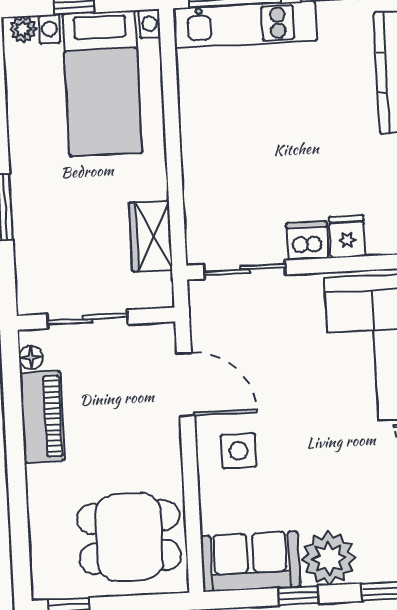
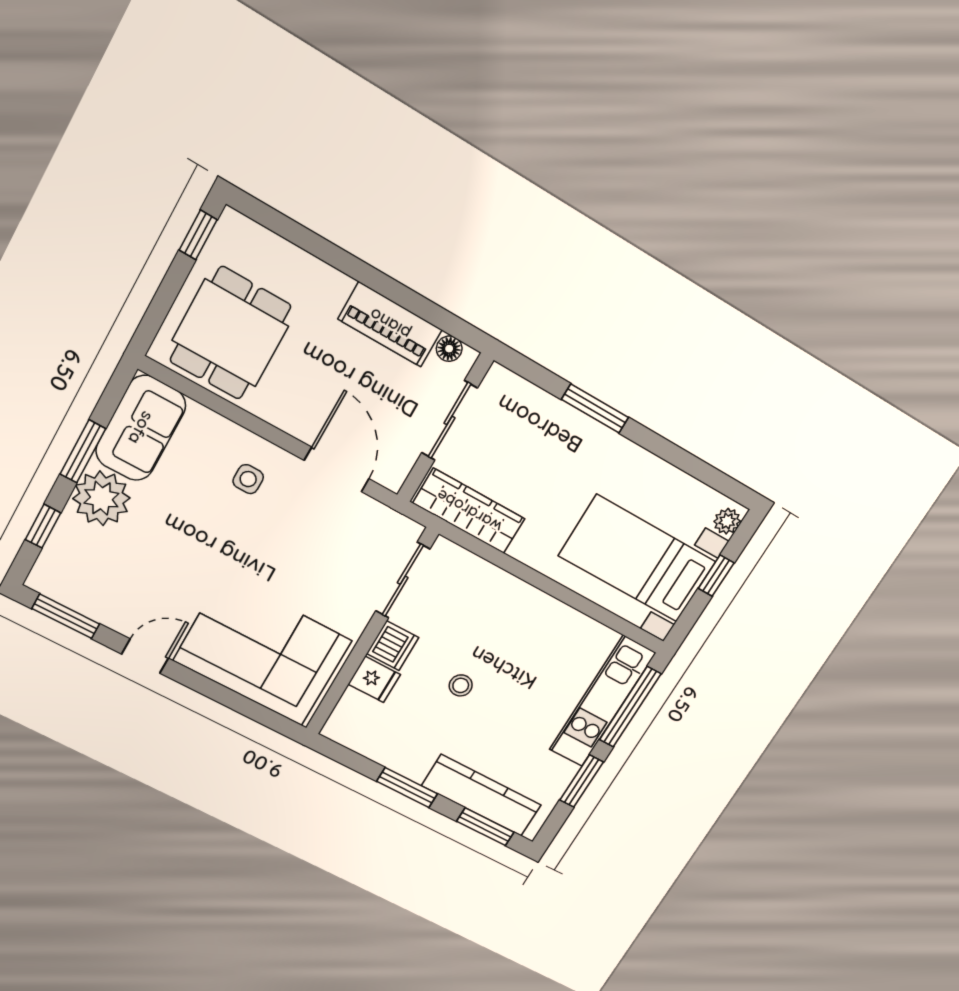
stool: (307, 159) -> (461, 685), added
wardrobe: (151, 236) -> (469, 511), width x1.50
door: (186, 384) -> (337, 470), swing flipped
side table: (239, 451) -> (248, 479), width x0.73, depth x0.73
window: (298, 596) -> (83, 451), width x1.50

